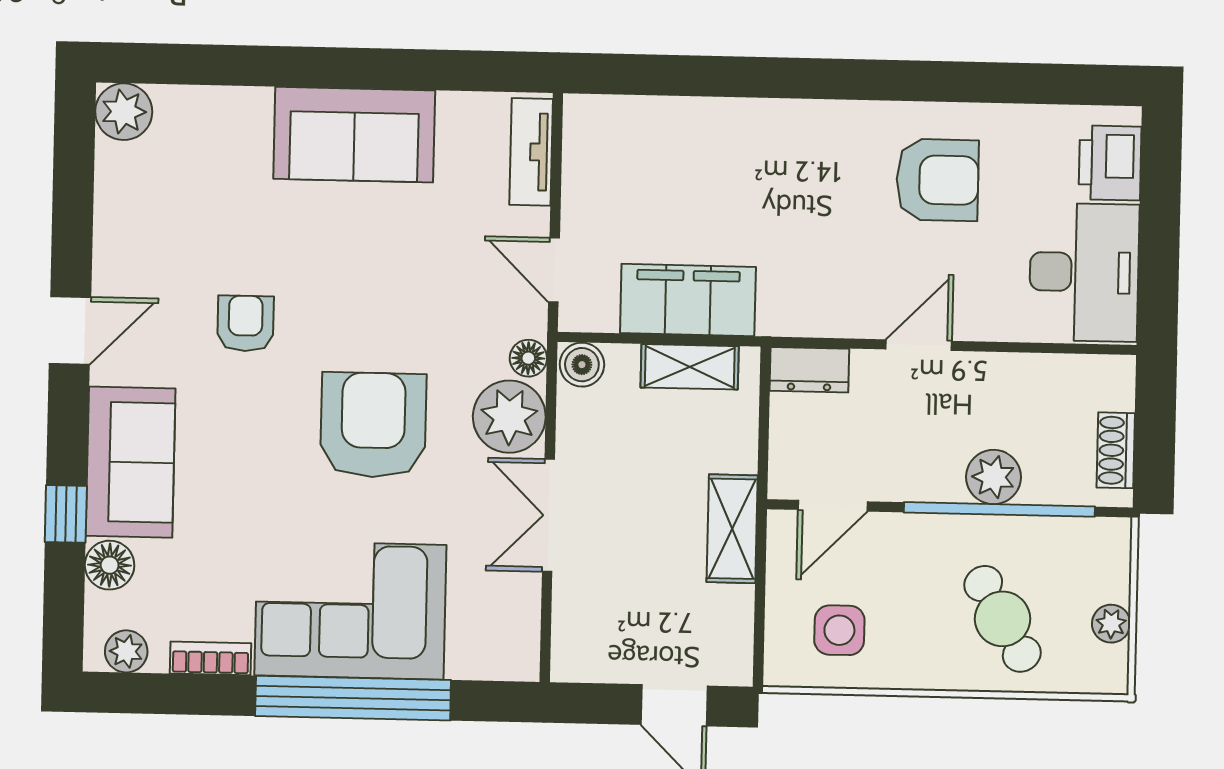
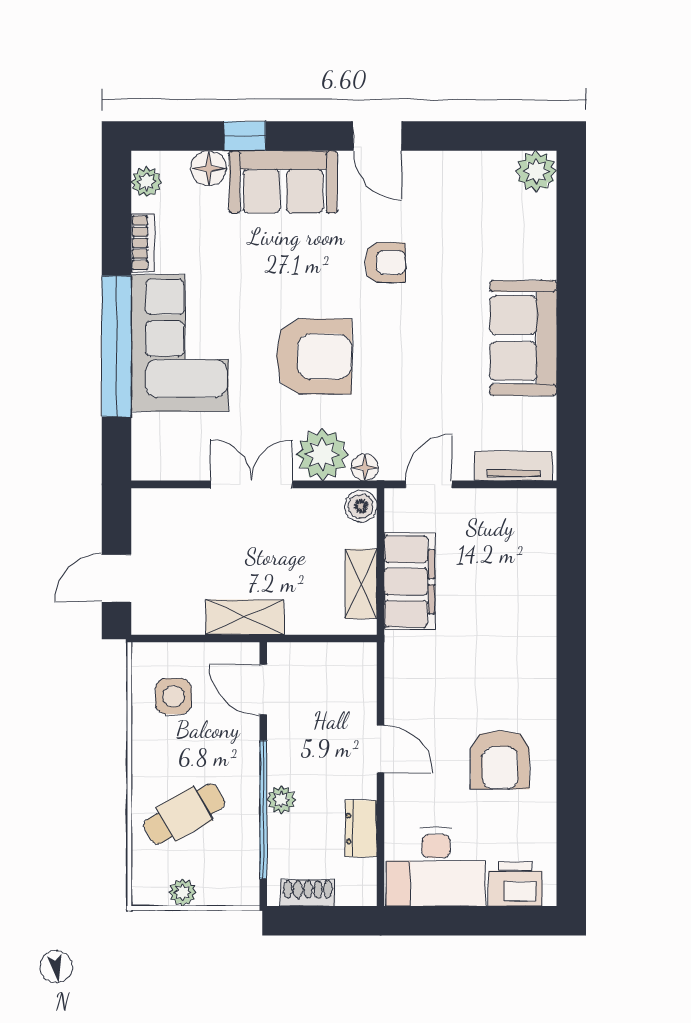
dresser: (809, 370) -> (361, 829), moved
plant: (994, 477) -> (281, 800), width x0.73, depth x0.73

